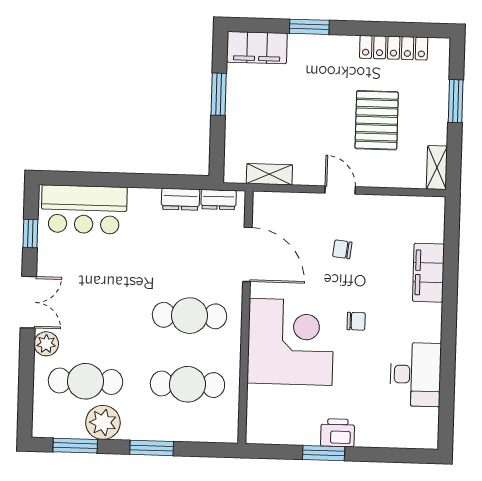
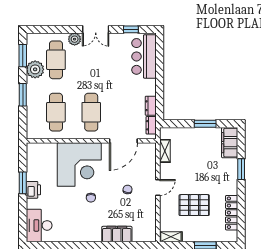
desk: (416, 374) -> (39, 225), moved, turned 90

